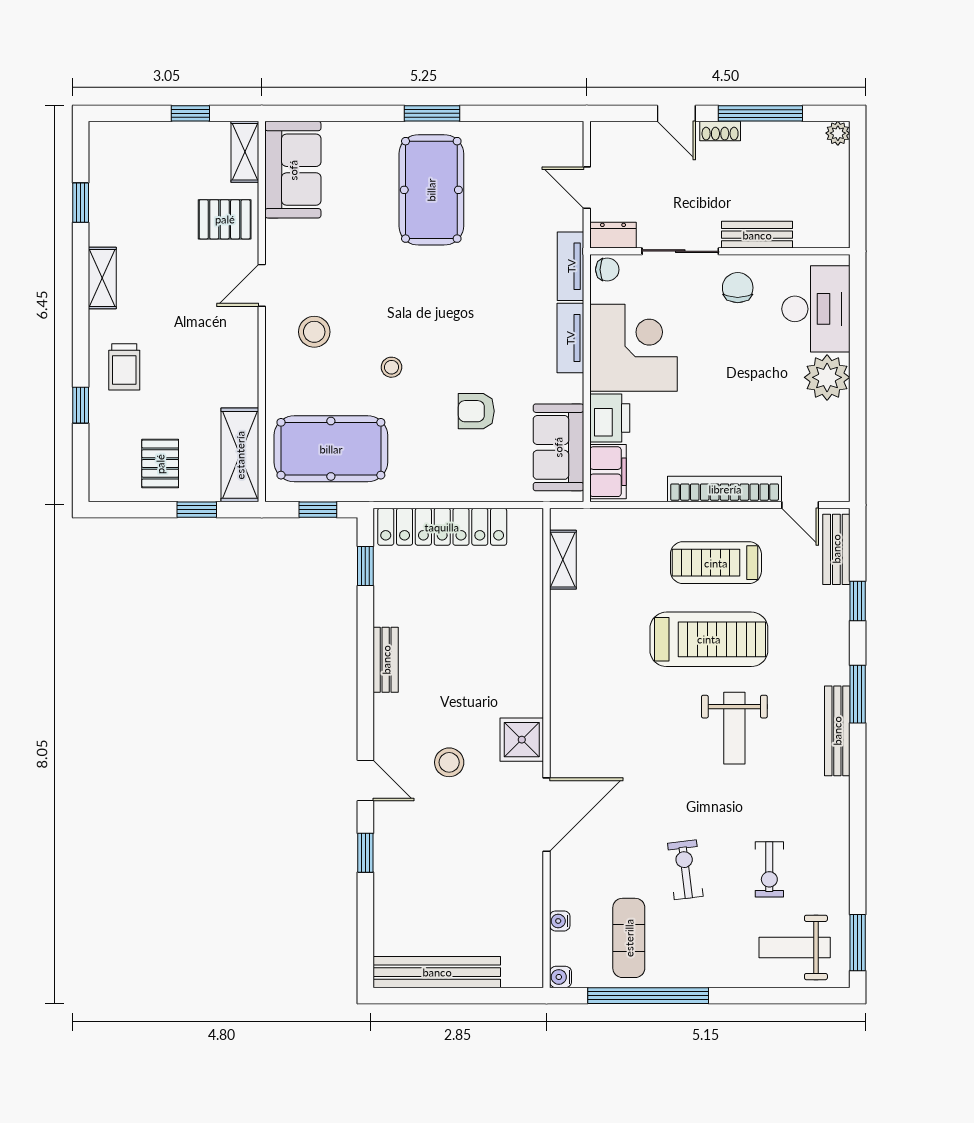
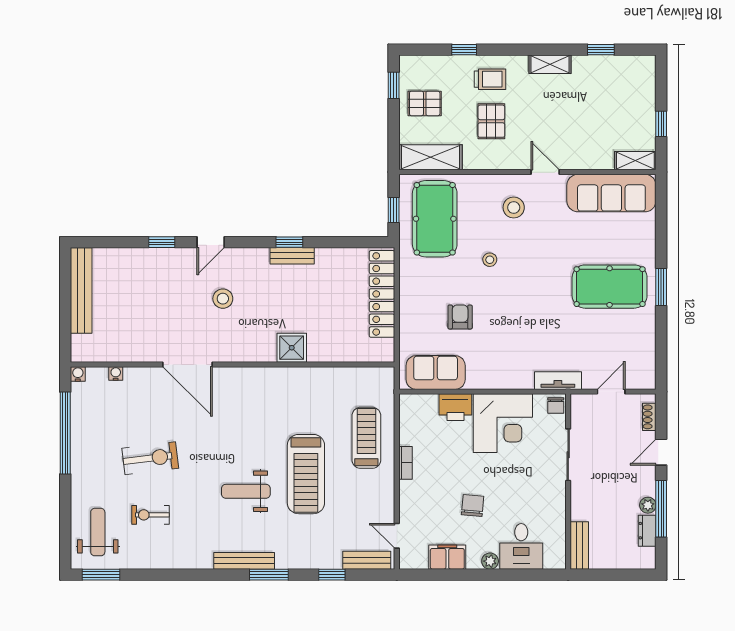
shoe rack: (720, 131) -> (649, 417), moved
plant: (838, 133) -> (648, 505), moved
sofa: (293, 170) -> (611, 193), width x1.36
pallet: (225, 219) -> (491, 121), moved
dresser: (613, 235) -> (647, 531), moved, turned 180
bench: (757, 235) -> (579, 546), moved
chair: (738, 288) -> (473, 506), moved, turned -85
desk: (816, 309) -> (521, 546), width x0.73
tv unit: (570, 338) -> (509, 381), removed
trolley: (124, 367) -> (490, 79), turned 180
plant: (827, 377) -> (490, 561), width x0.53, depth x0.53
filing cabinet: (608, 472) -> (447, 557), moved, turned 180
bookcase: (725, 489) -> (405, 463), width x0.43, depth x0.76
door: (800, 505) -> (397, 536), hinge flipped
window: (197, 510) -> (394, 85), moved
shelving: (563, 560) -> (360, 376), removed
treadmill: (716, 563) -> (366, 438), moved
window: (365, 566) -> (289, 242), moved
shower: (522, 740) -> (292, 348), moved
exercise bike: (685, 870) -> (150, 458), width x1.38, depth x1.39
exercise mat: (629, 938) -> (104, 420), removed

